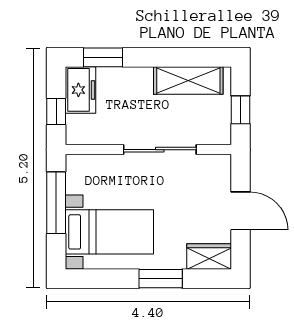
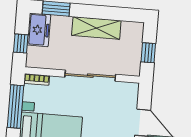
shelving: (188, 80) -> (96, 28), moved
bookcase: (83, 161) -> (37, 79), added

